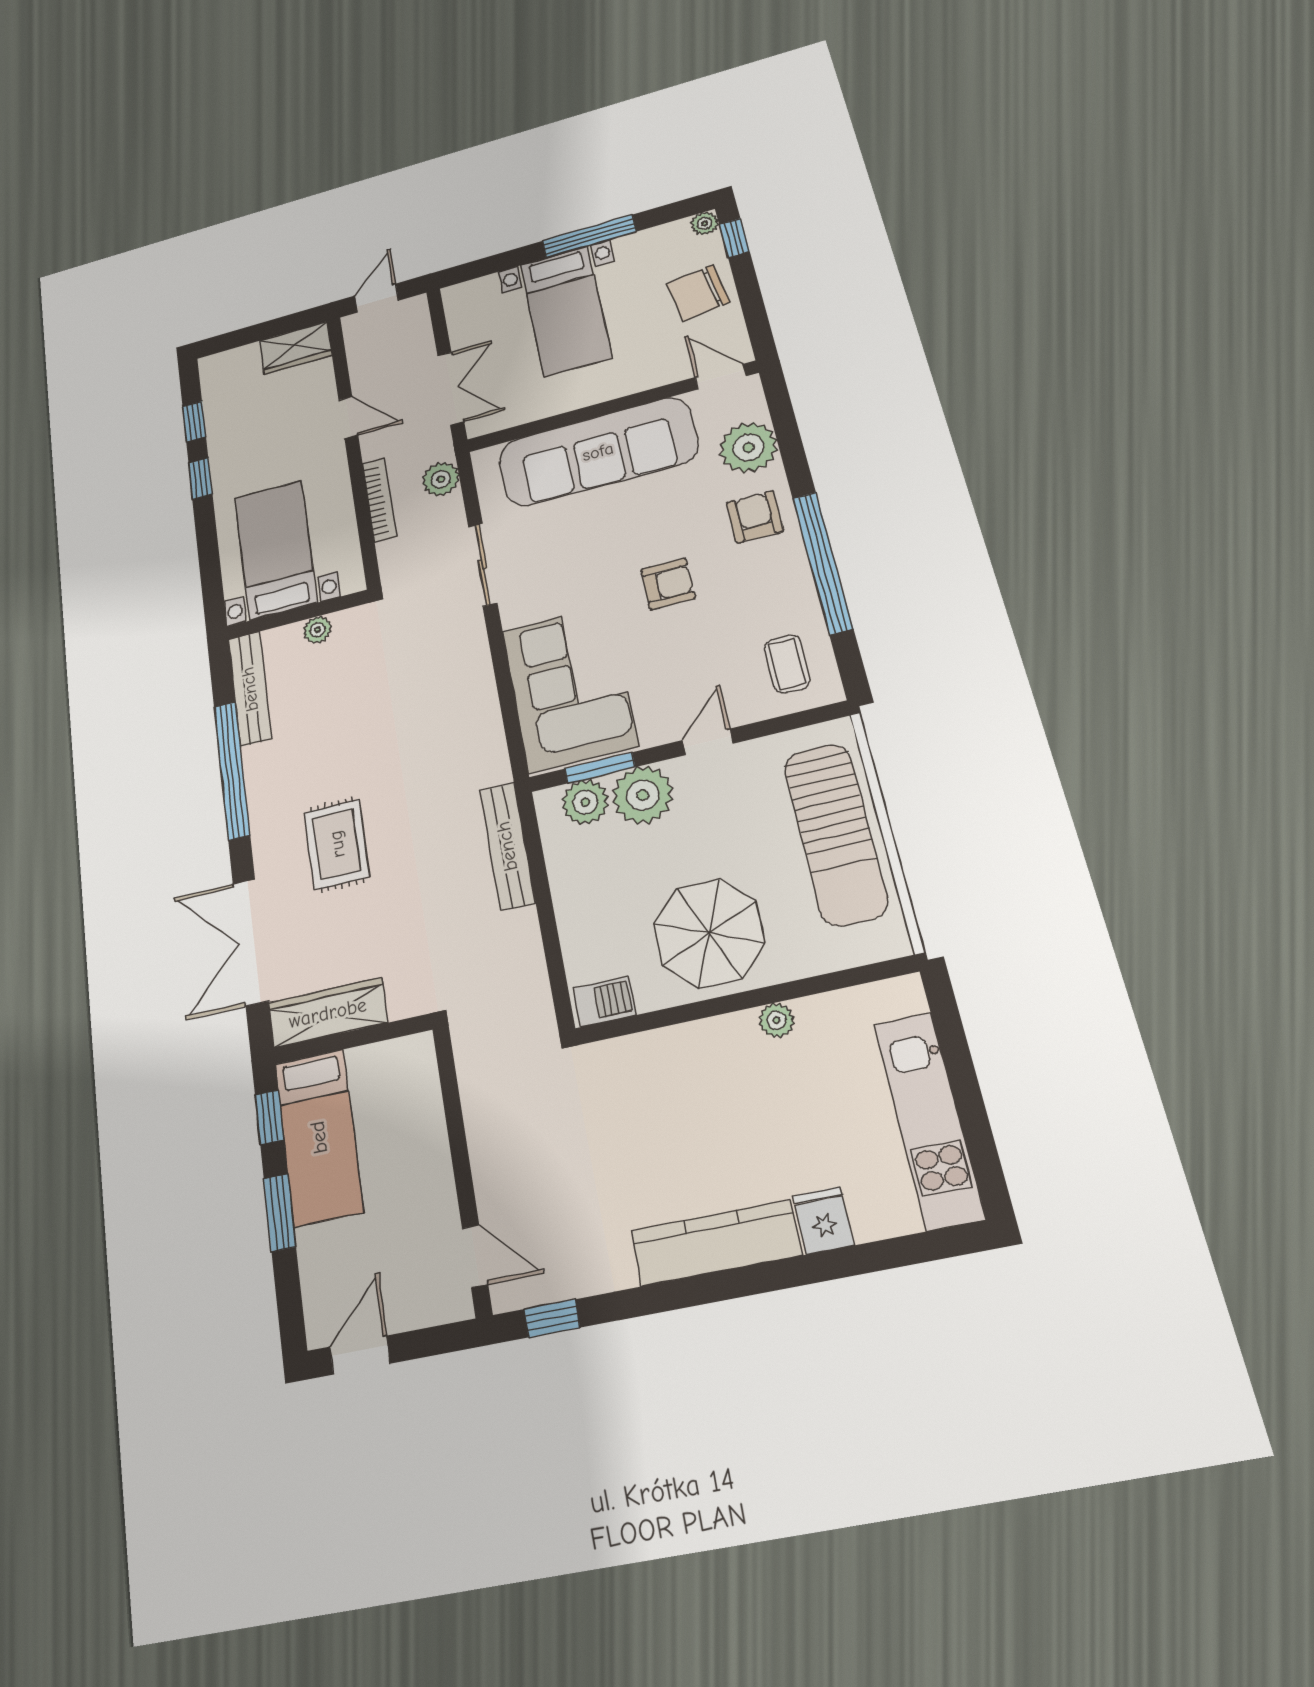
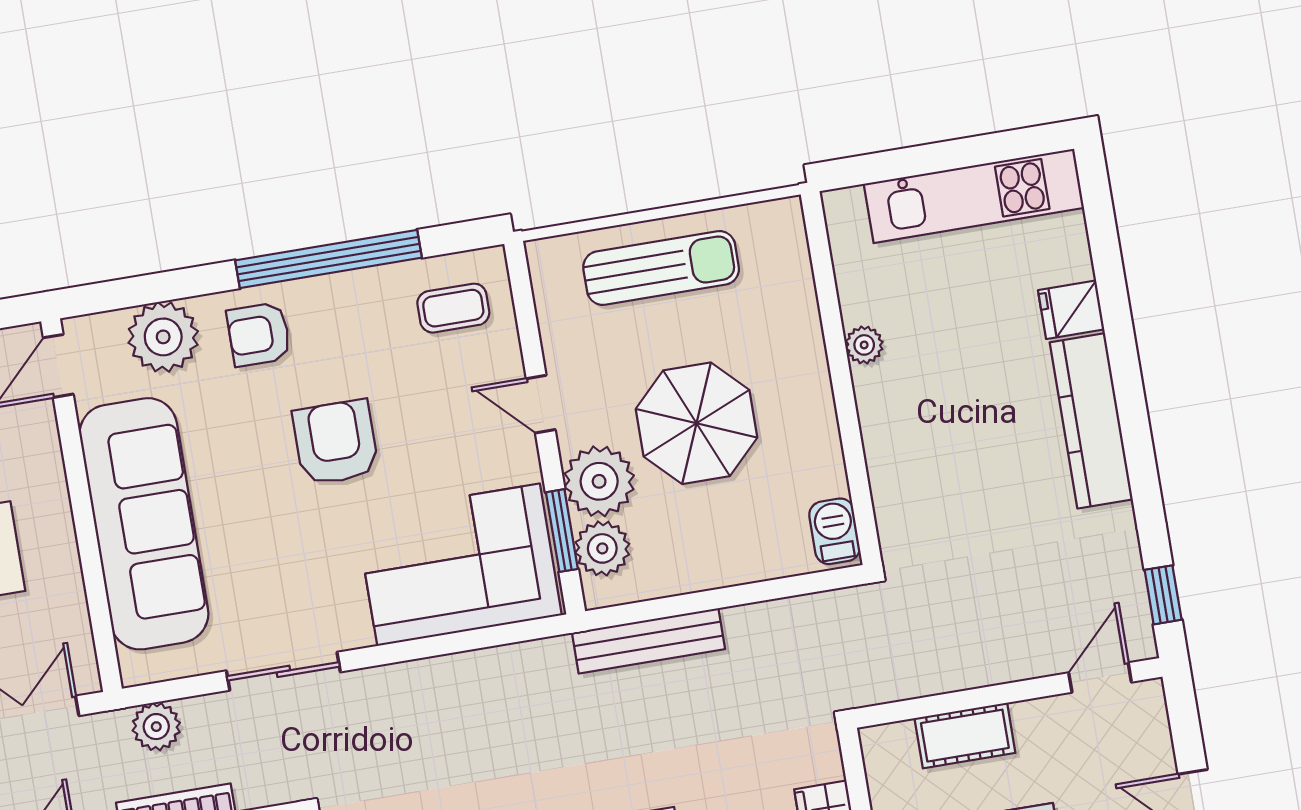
armchair: (668, 584) -> (336, 442), width x1.38, depth x1.38
sun lounger: (836, 834) -> (661, 268), width x0.73, depth x0.75
parasol: (709, 933) -> (696, 423), moved
cot: (424, 1128) -> (965, 736), added

